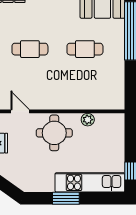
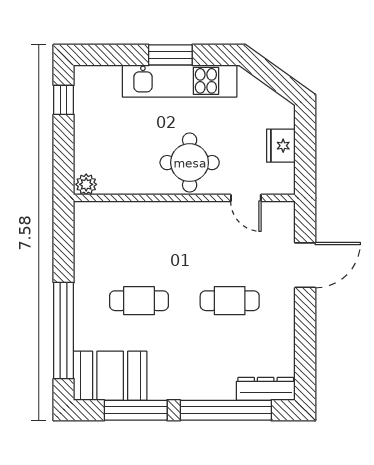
plant: (88, 120) -> (86, 184), moved
kitchen unit: (90, 182) -> (180, 81), moved

